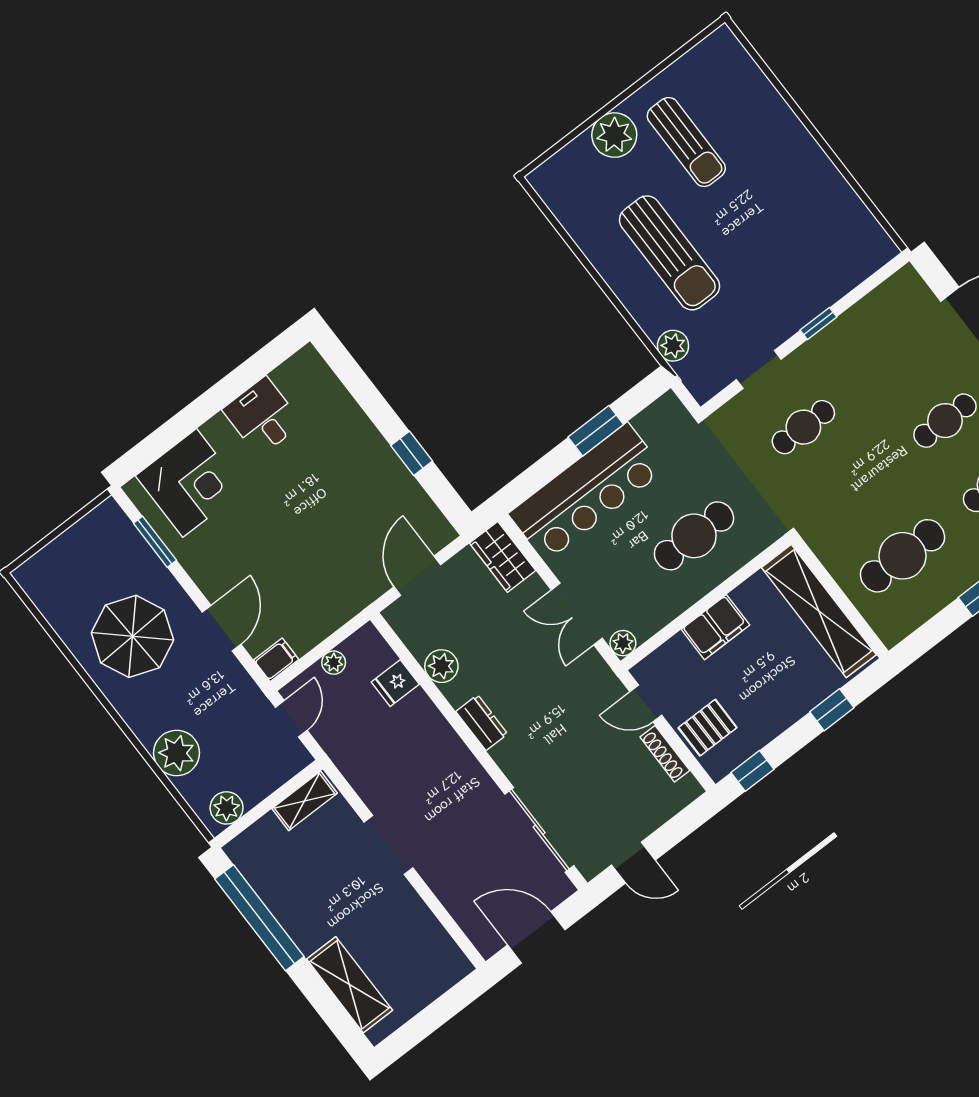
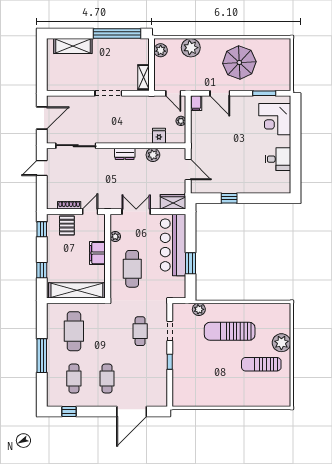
plant: (623, 643) -> (115, 236), moved

